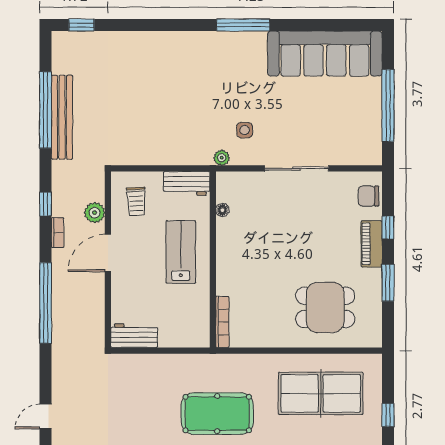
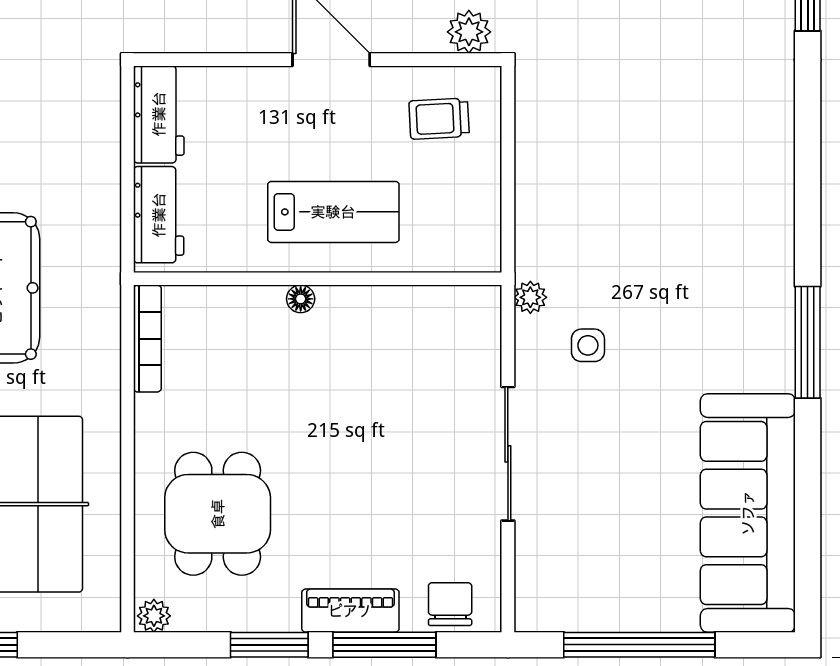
workbench: (187, 183) -> (159, 215), moved, turned 180
floor lamp: (222, 210) -> (301, 299), moved
plant: (95, 213) -> (469, 32), moved
window: (388, 228) -> (384, 645), width x2.17
bookcase: (222, 322) -> (147, 339), moved, turned -90
plant: (374, 338) -> (154, 616), added

